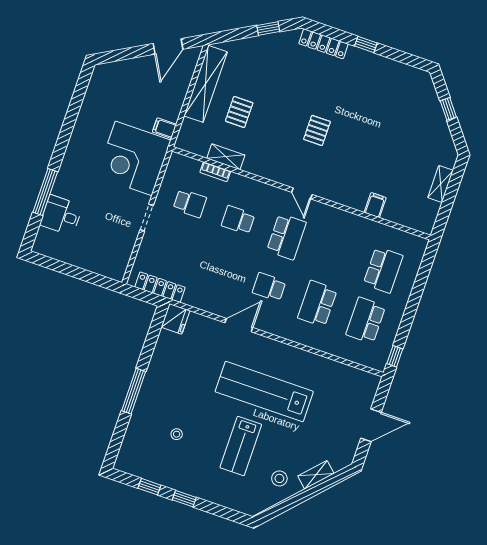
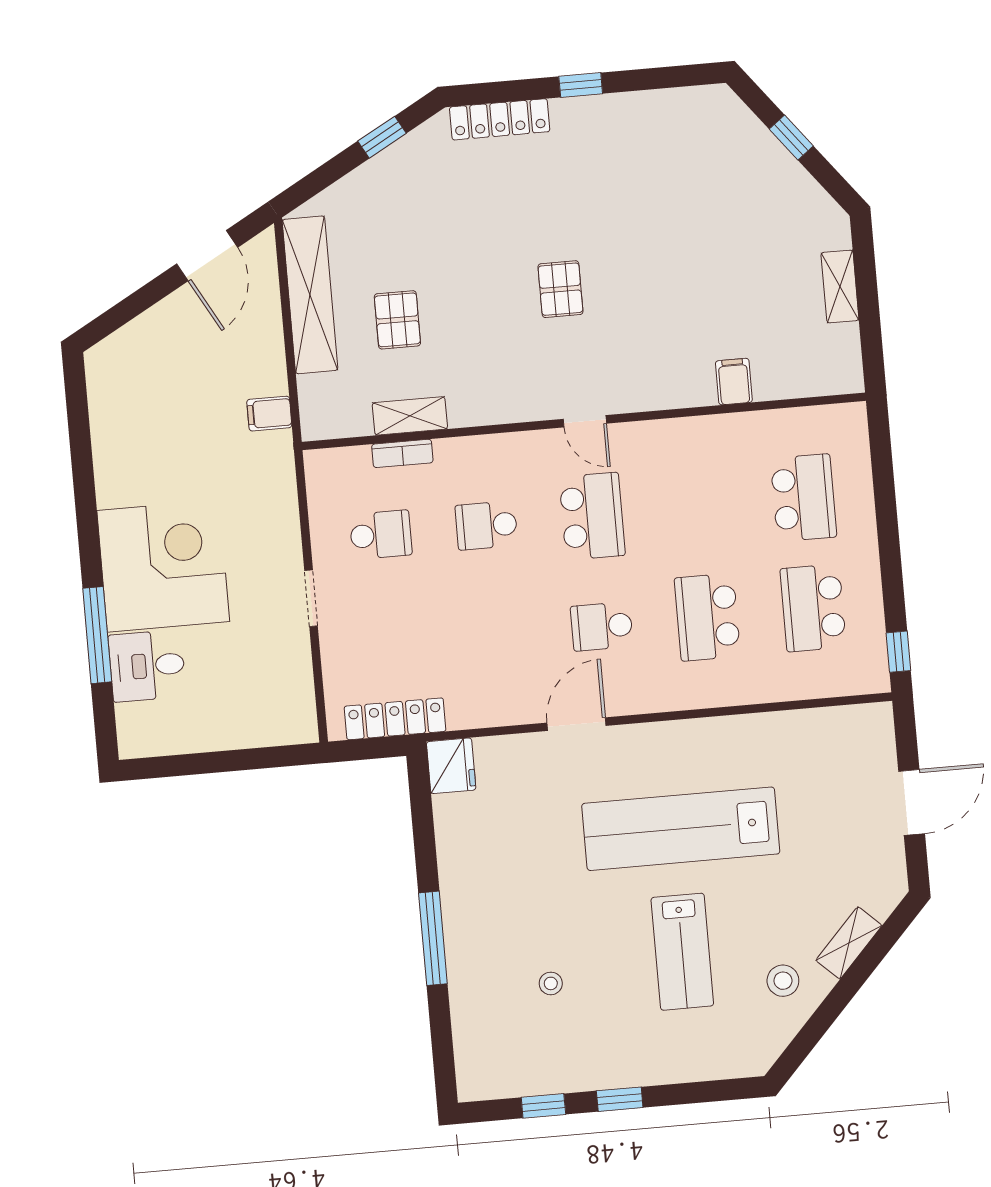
corner desk: (134, 158) -> (163, 566), moved, turned 180

